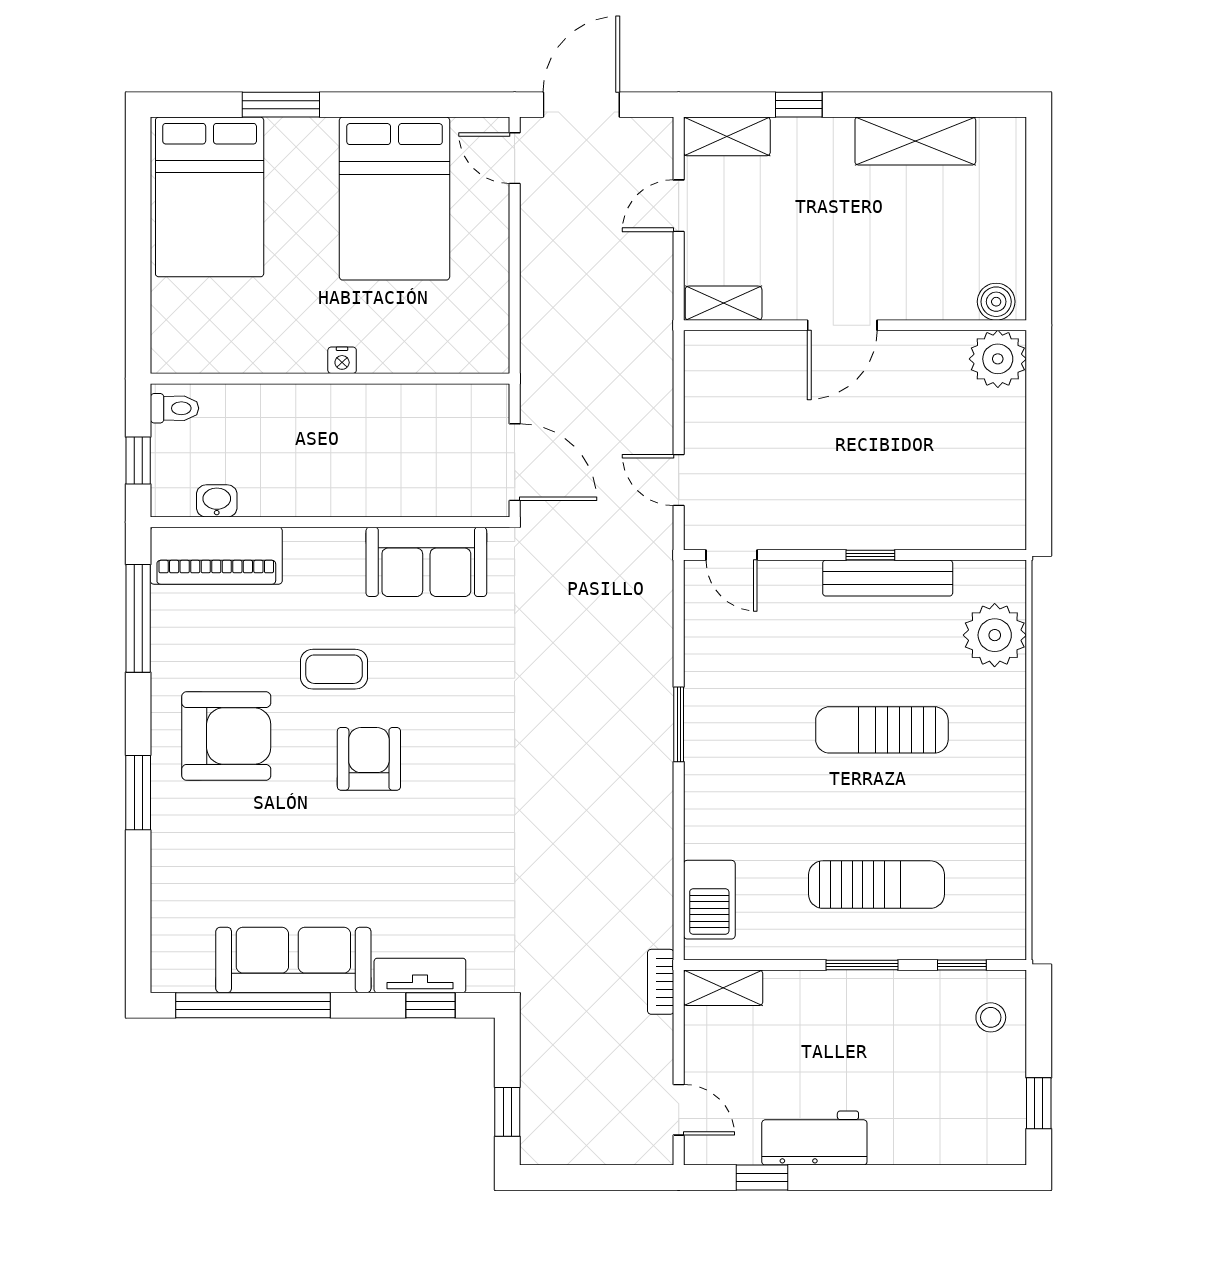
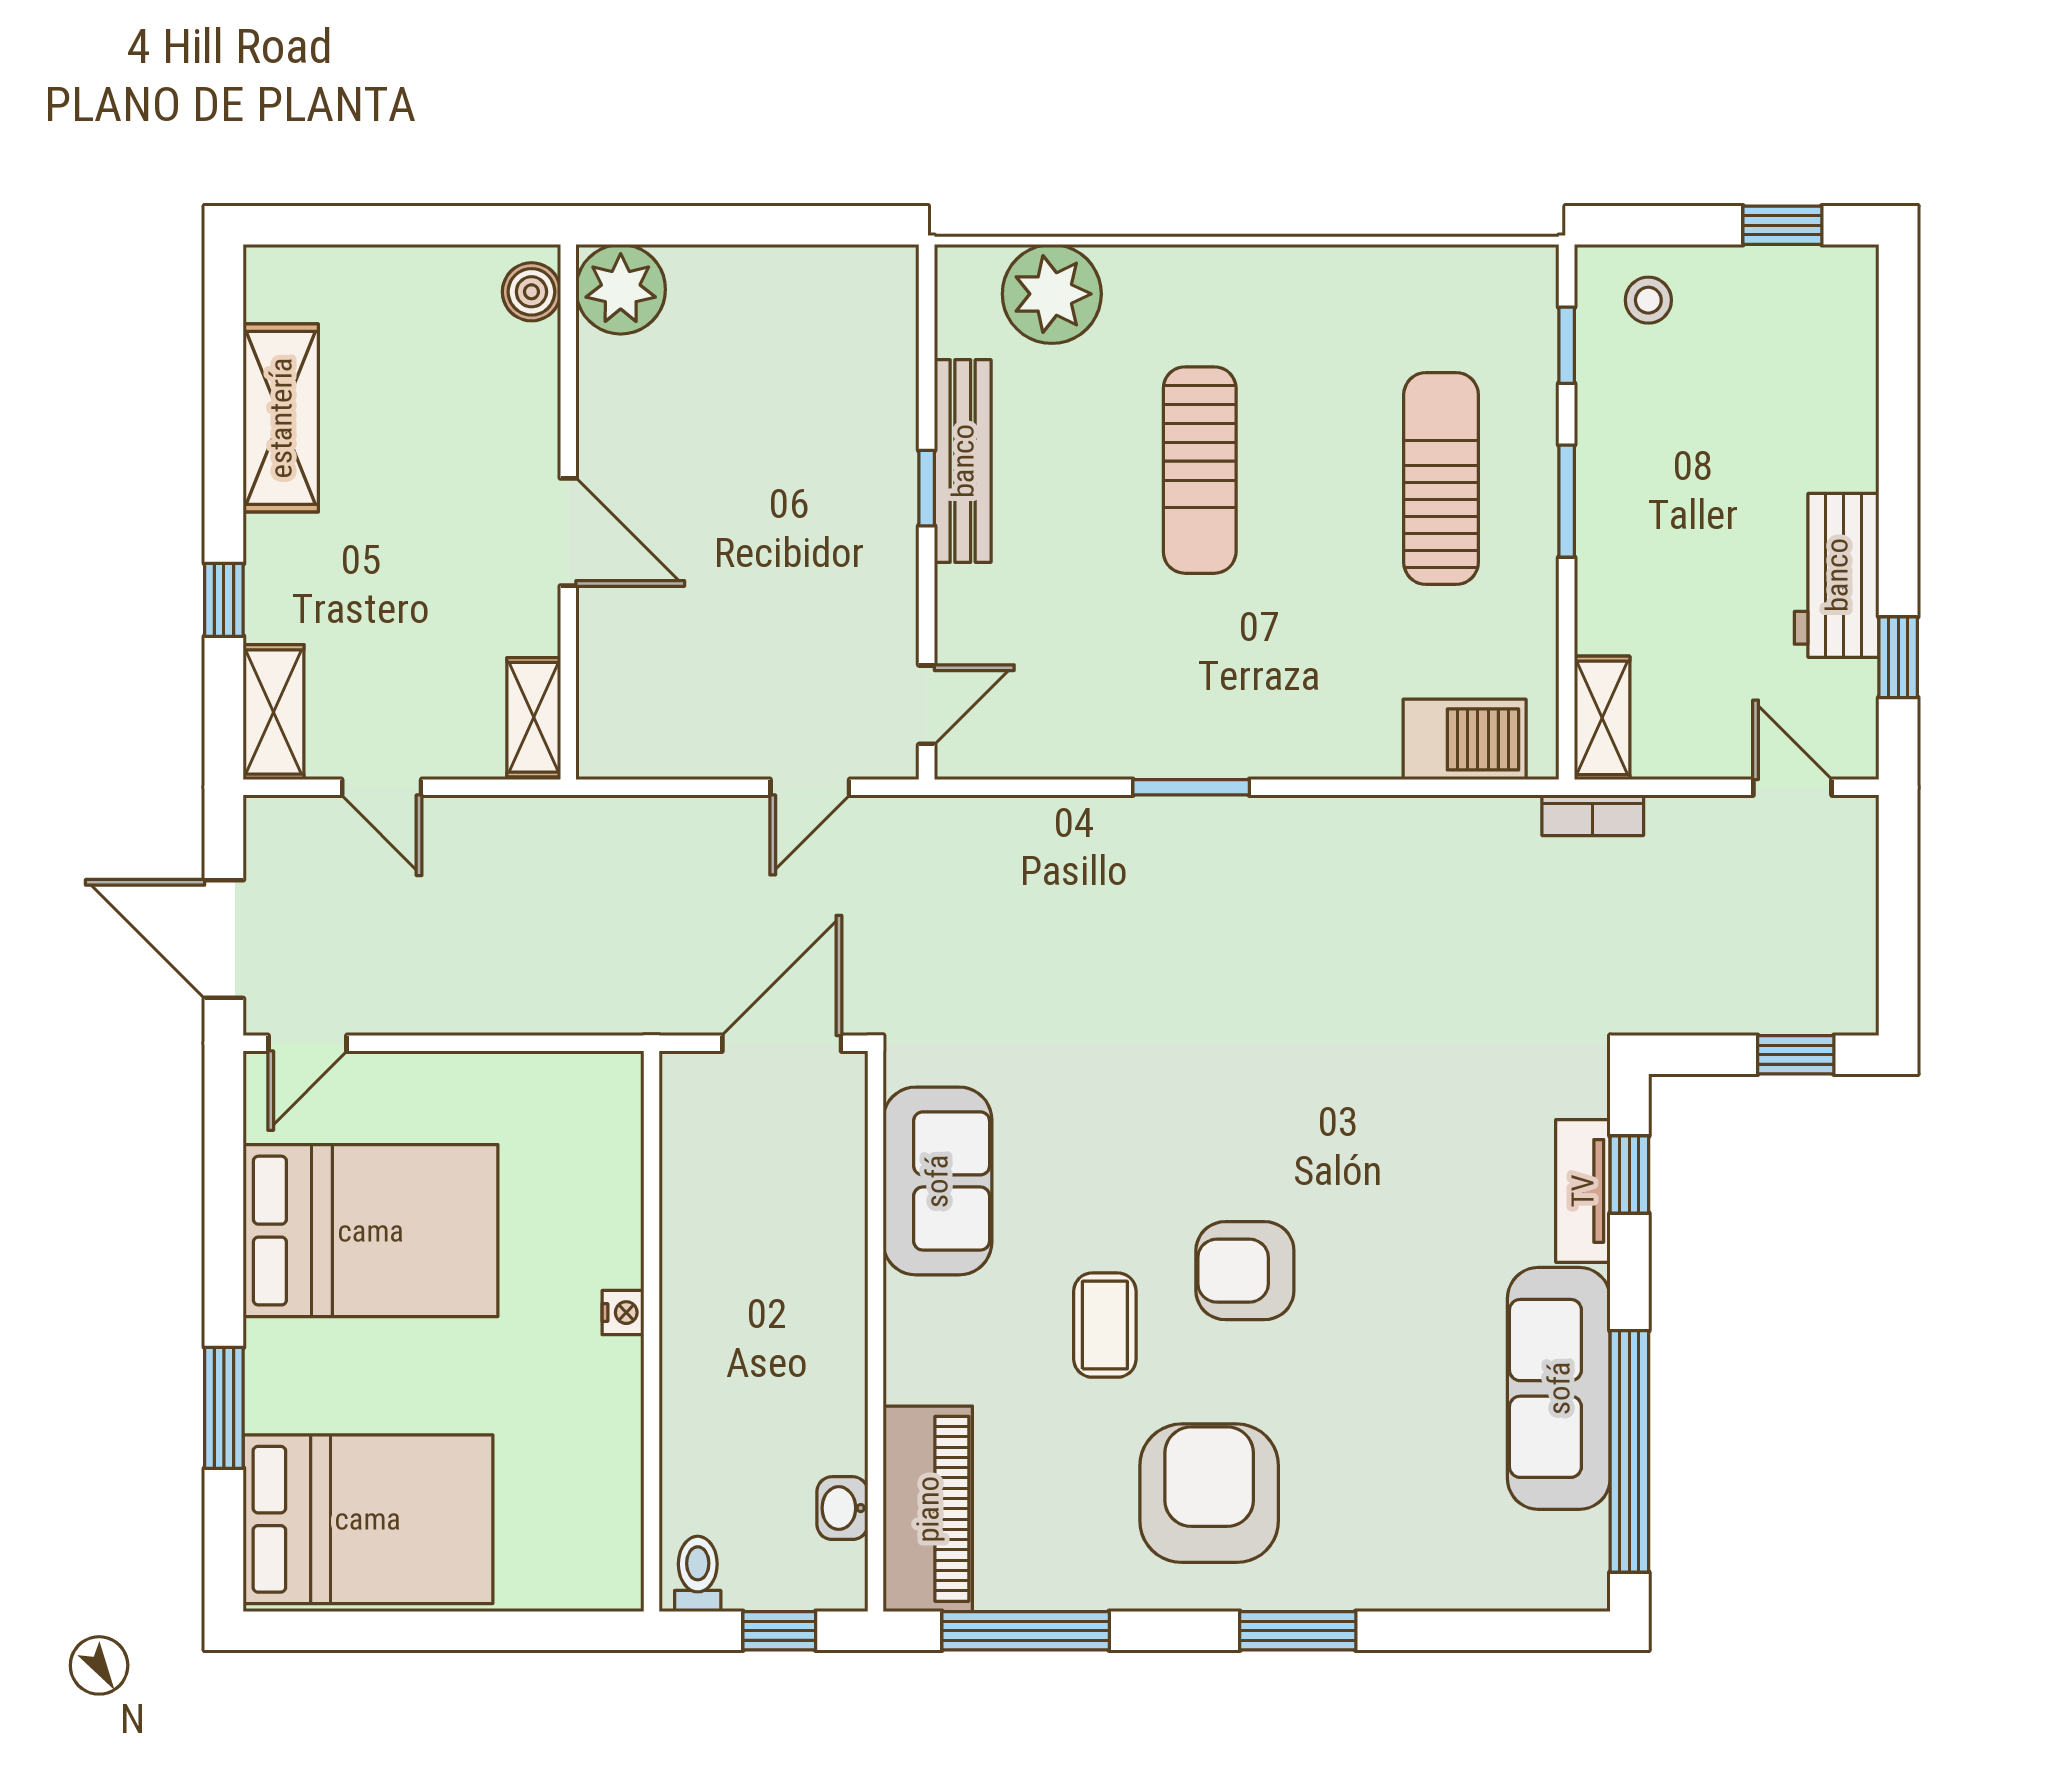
door: (679, 1110) -> (1792, 787), hinge flipped

